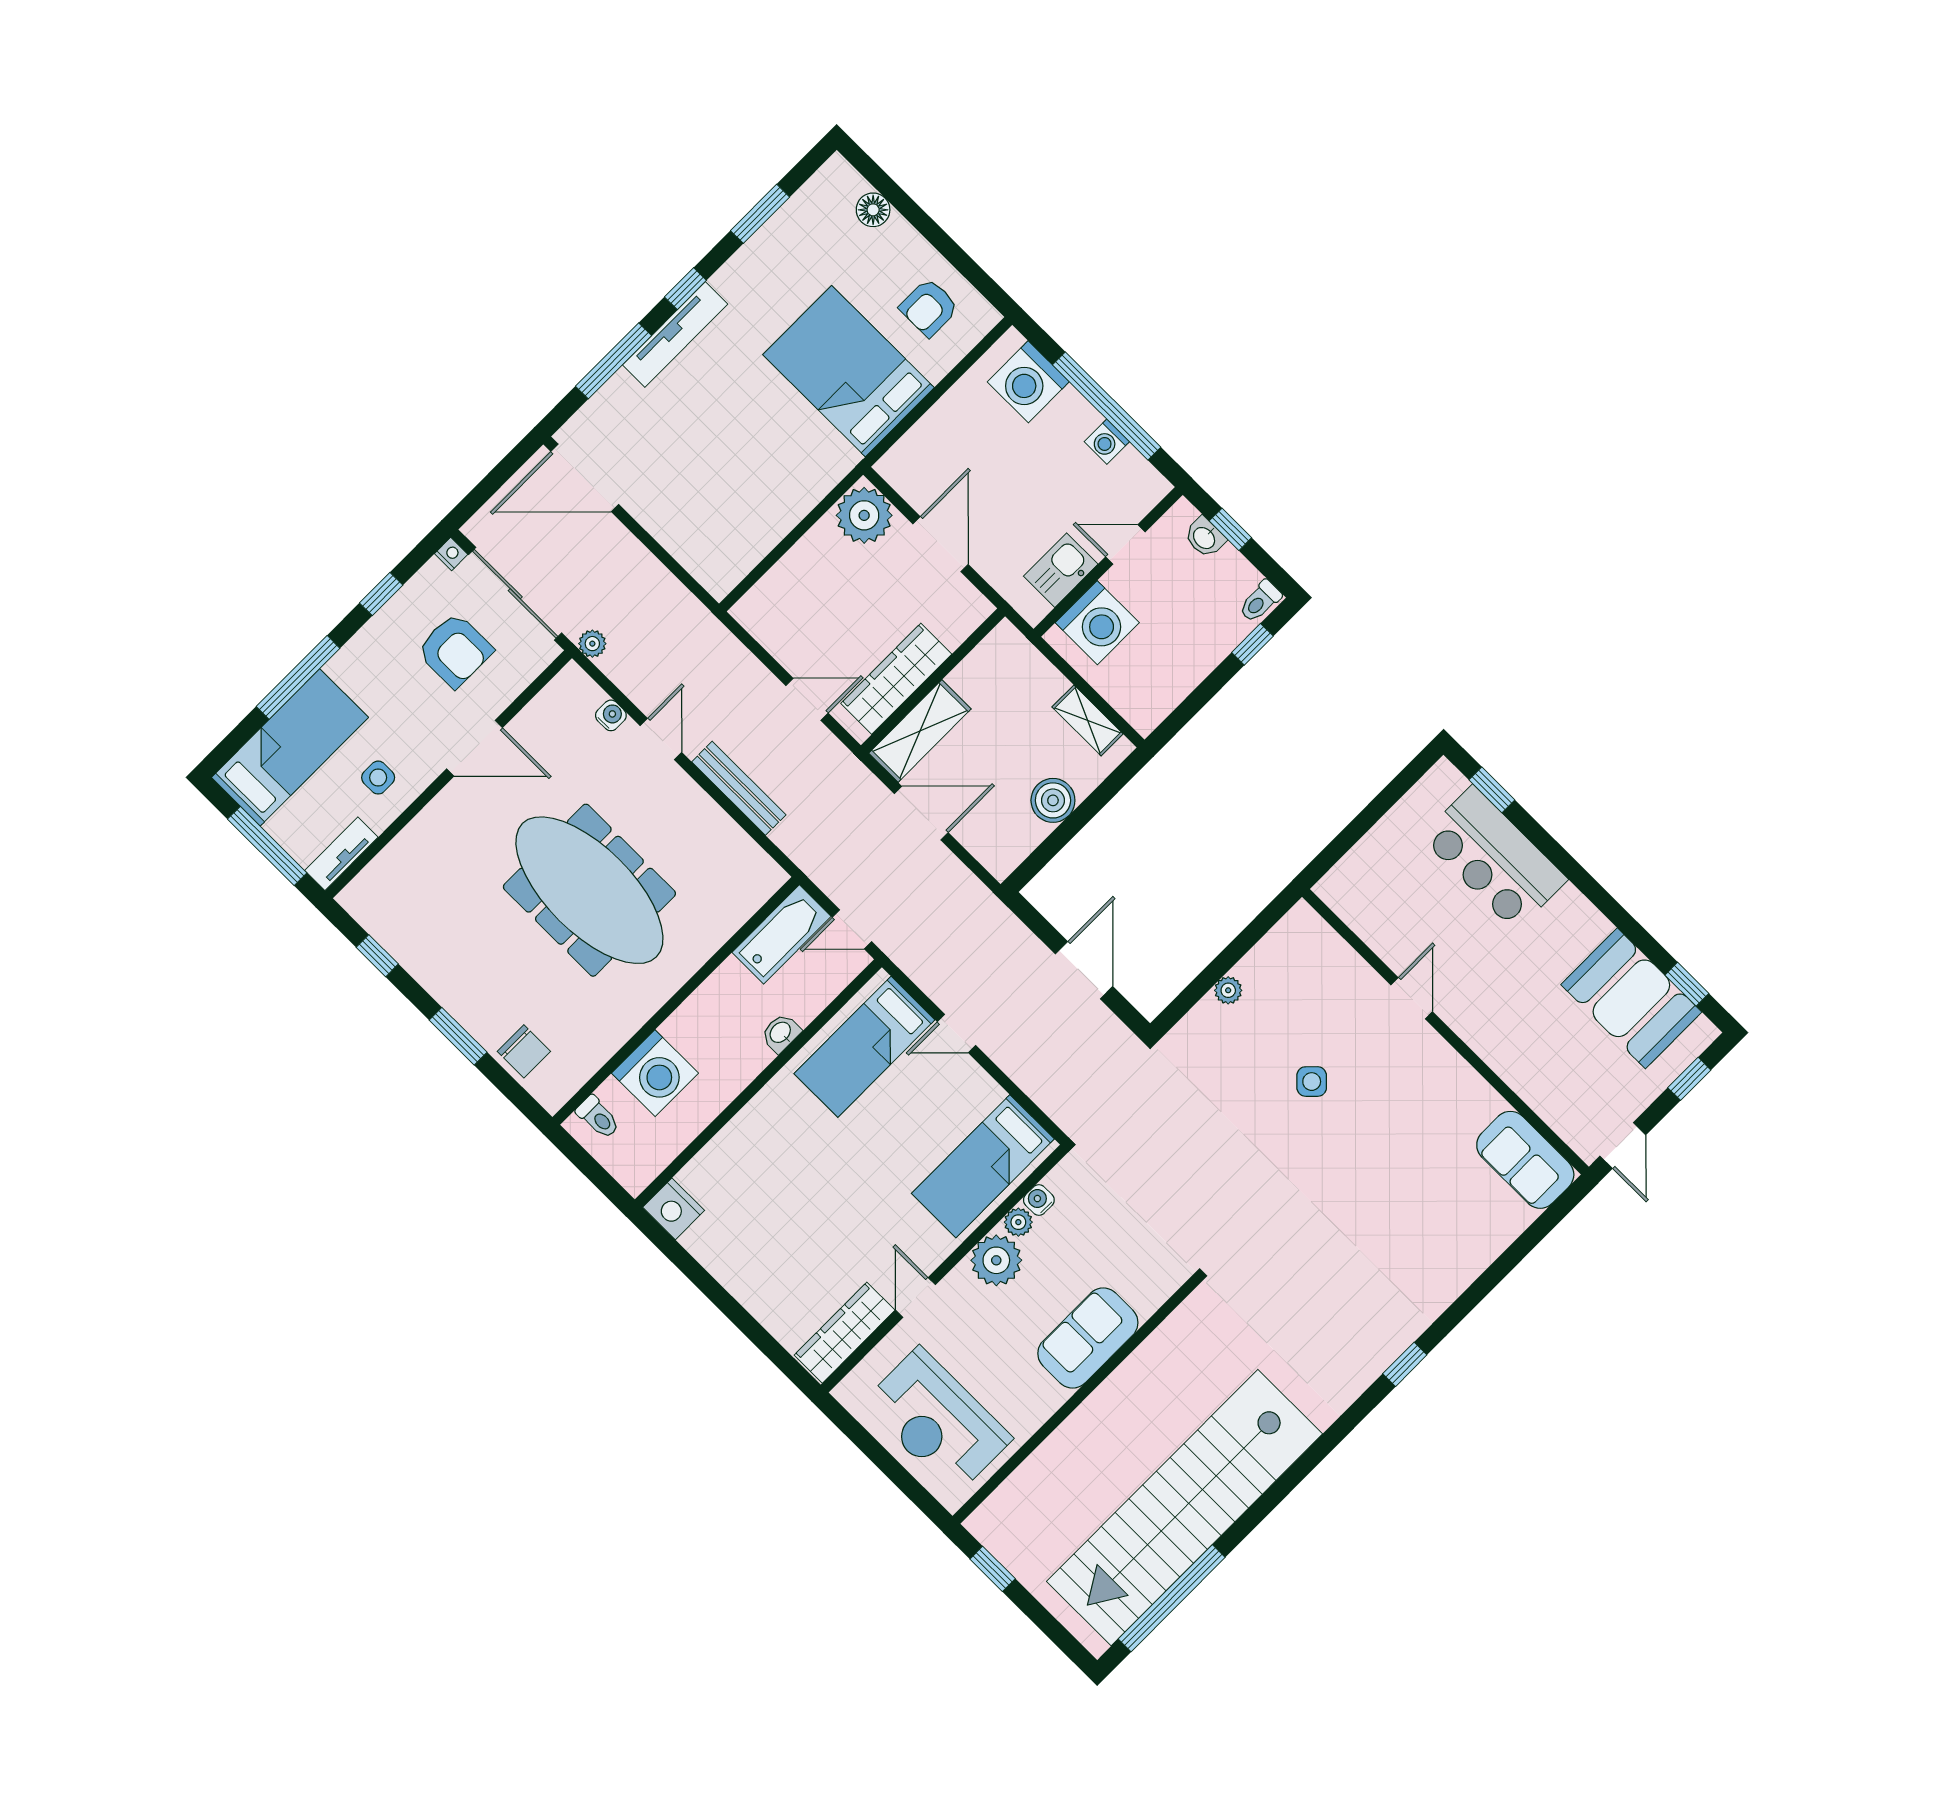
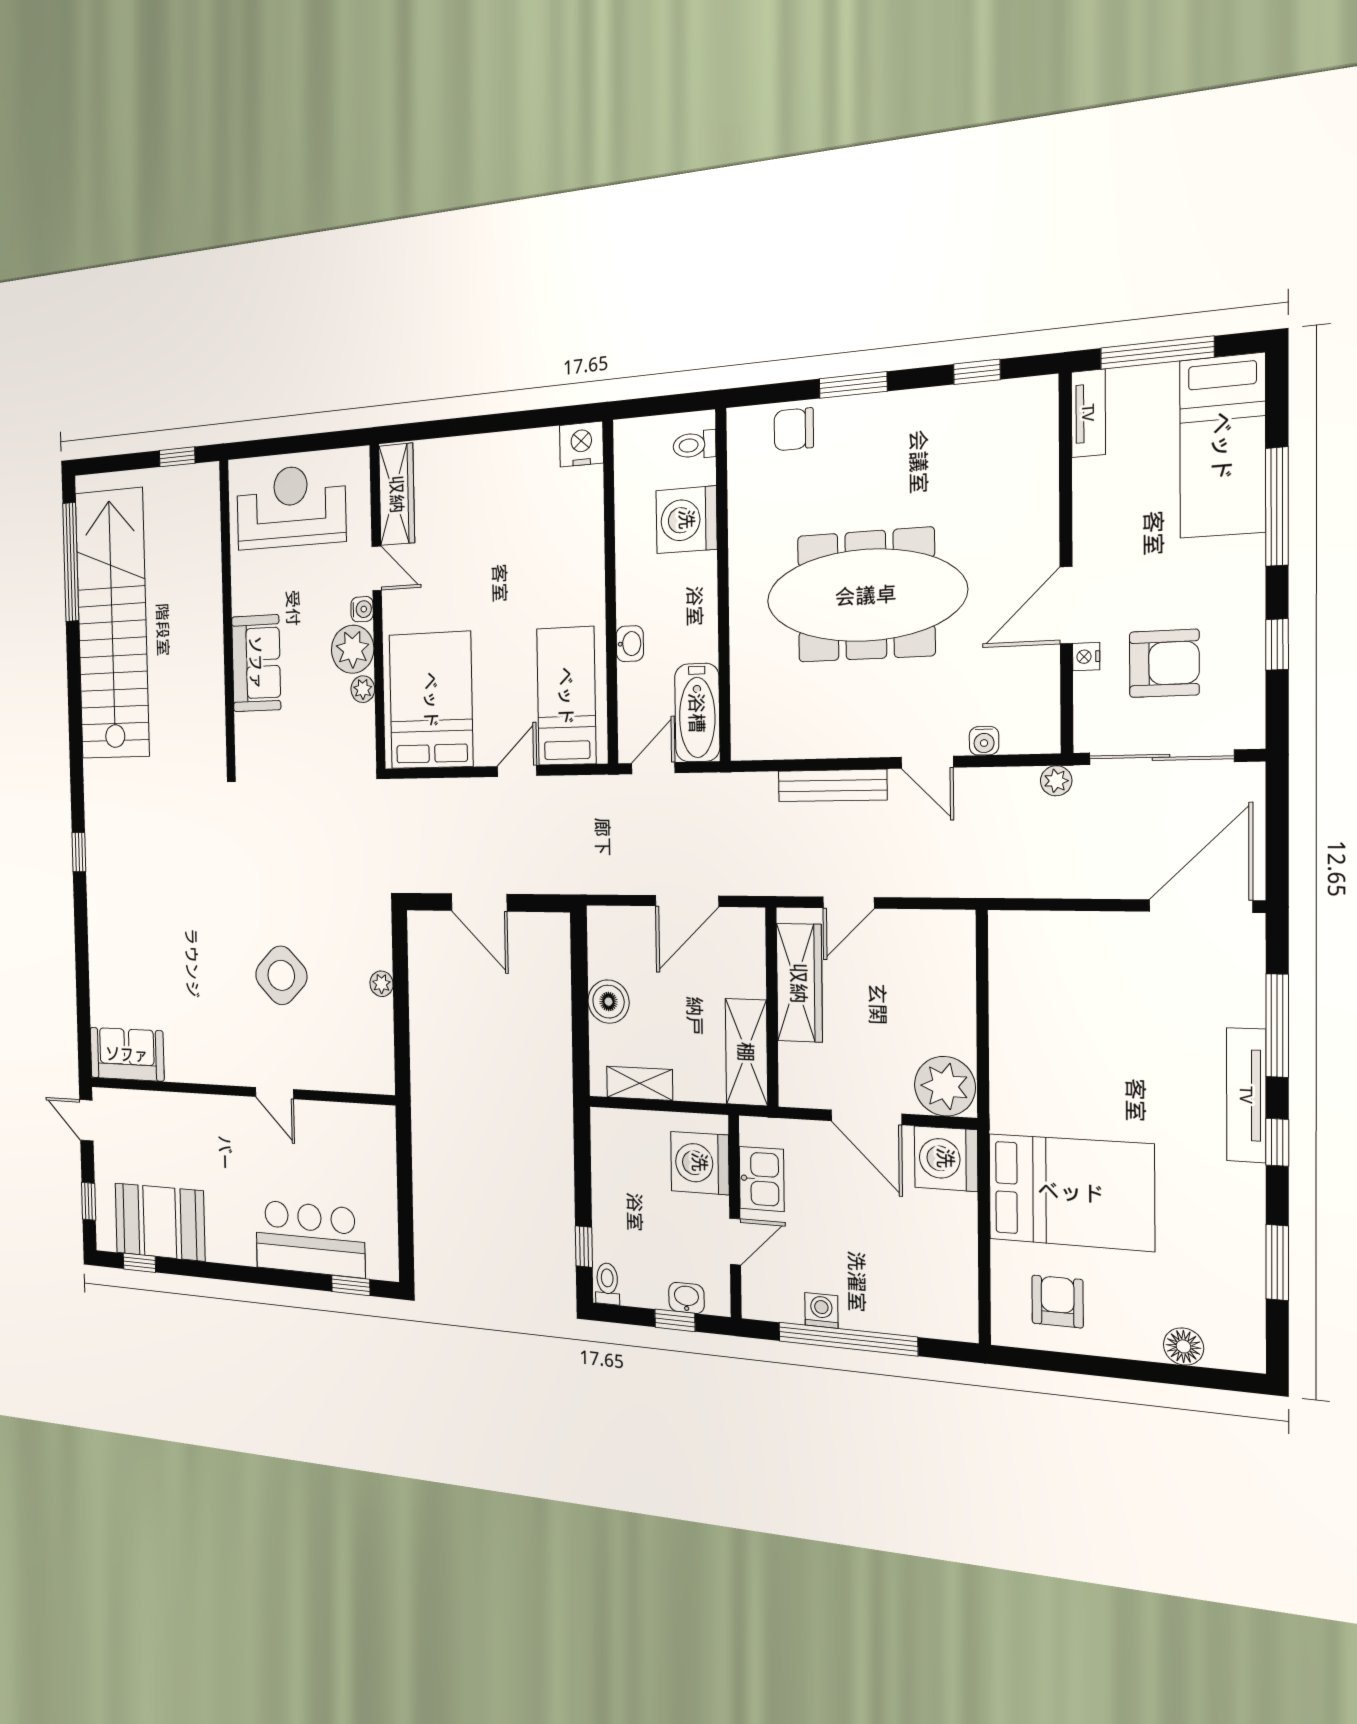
washing machine: (1028, 382) -> (946, 1159), moved, turned -90
nightstand: (451, 554) -> (1086, 657), moved, turned 90
armchair: (455, 650) -> (1164, 663), turned 180
shelving: (920, 731) -> (746, 1052), moved
side table: (378, 778) -> (1121, 501), removed
side table: (1312, 1082) -> (281, 975), width x1.87, depth x1.87
bed: (983, 1166) -> (431, 700), width x1.50
water cooler: (1039, 1200) -> (362, 609), moved

